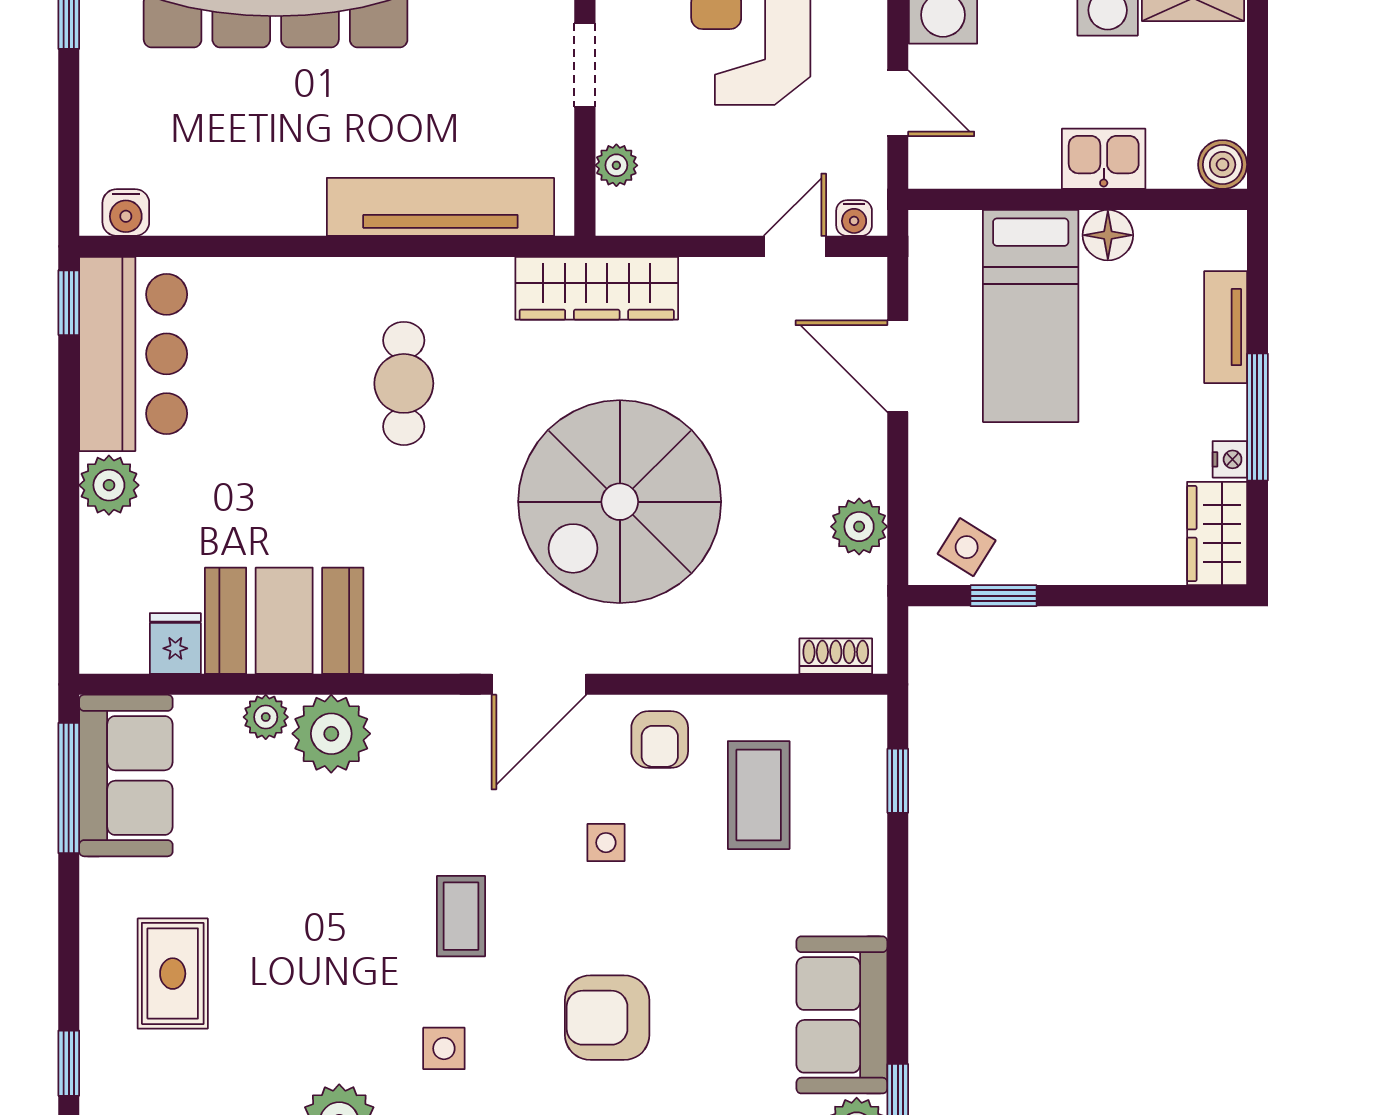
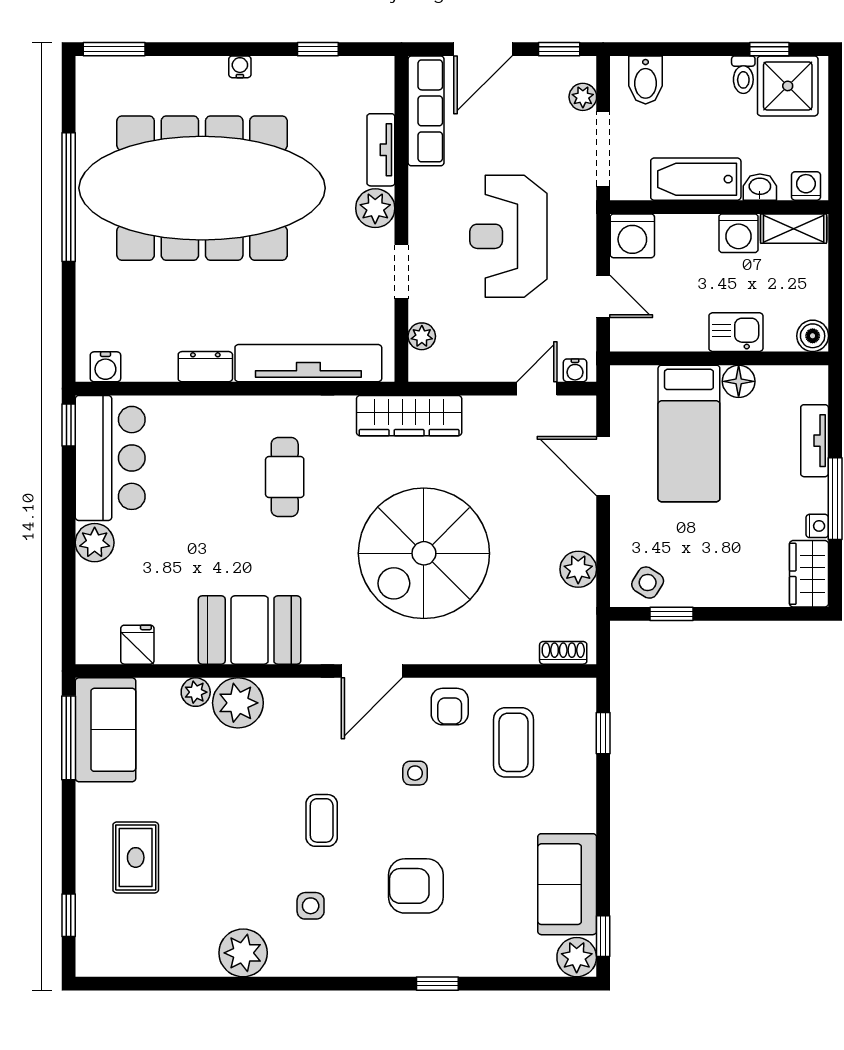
dresser: (281, 212) -> (205, 367), added
booth: (284, 621) -> (250, 630), moved

